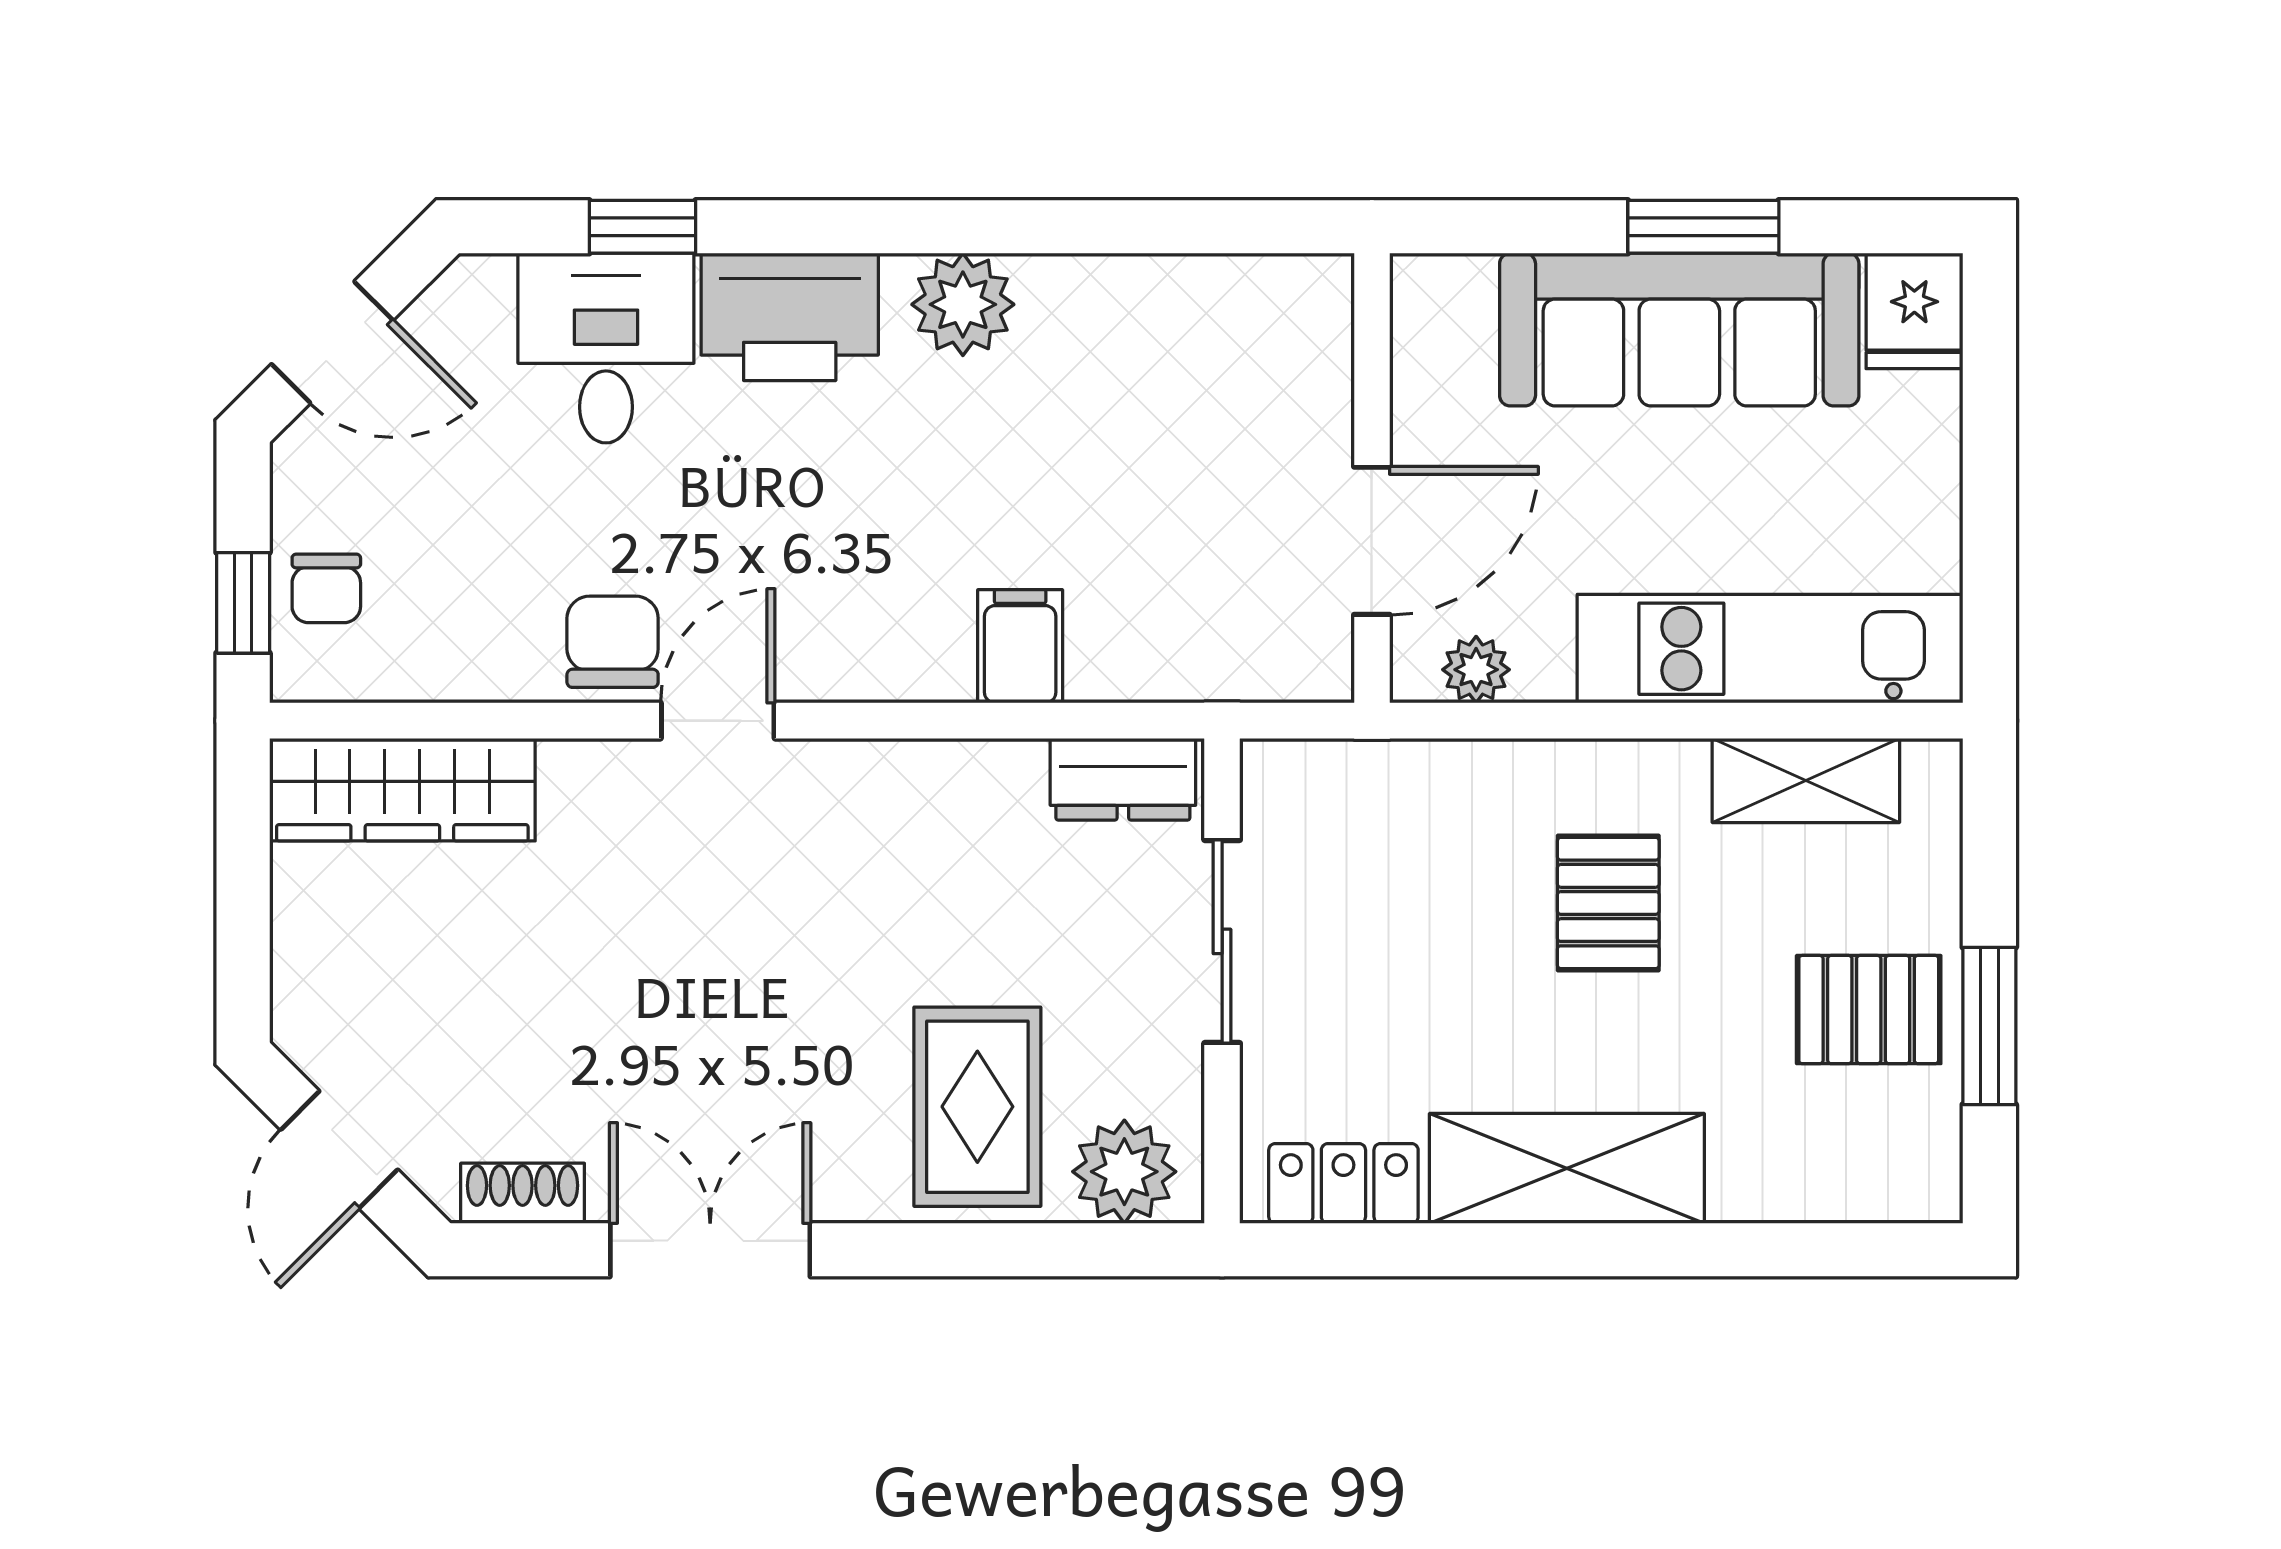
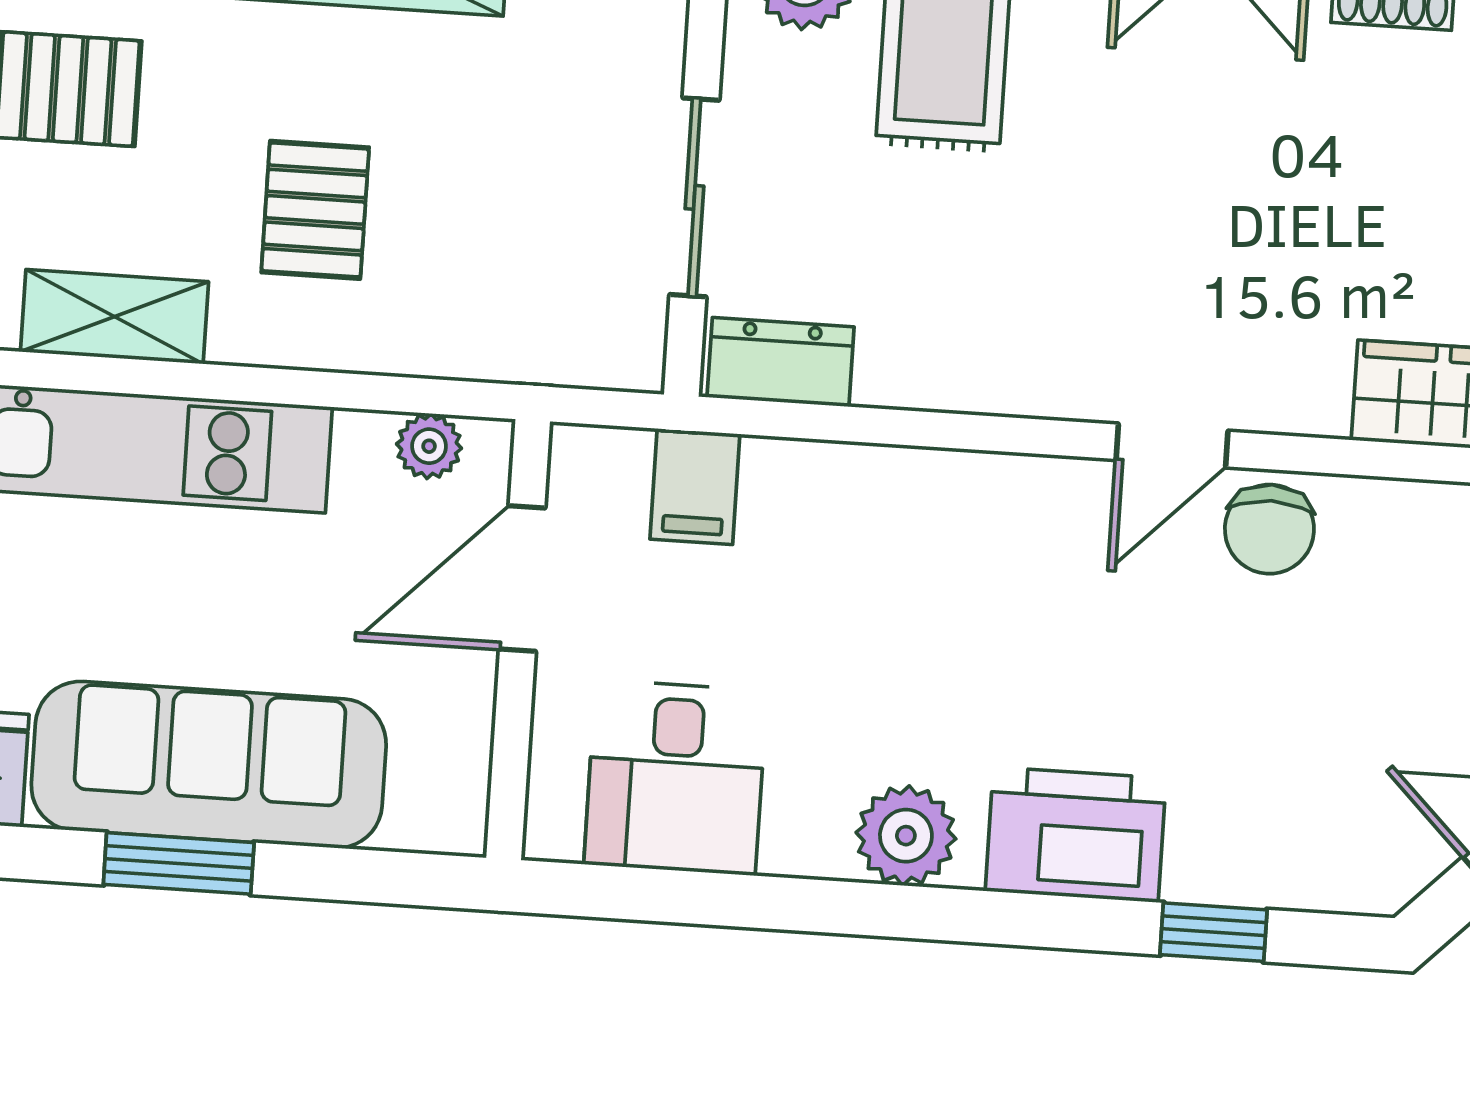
desk: (606, 348) -> (675, 778), moved
filing cabinet: (1020, 646) -> (695, 487), moved

